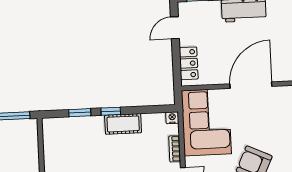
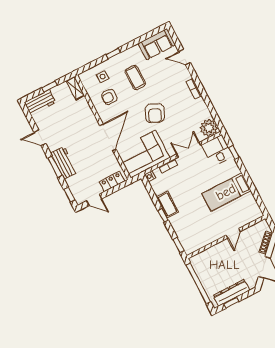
door: (251, 85) -> (108, 137), swing flipped
window: (80, 113) -> (178, 245), moved

